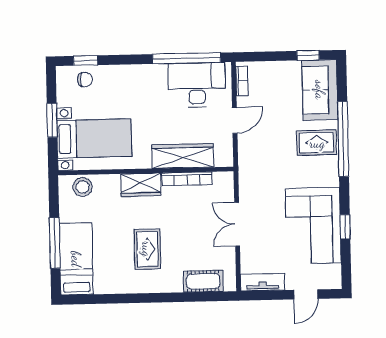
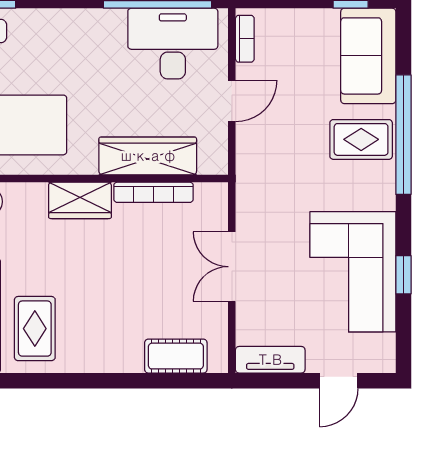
rug: (147, 249) -> (35, 329), moved

